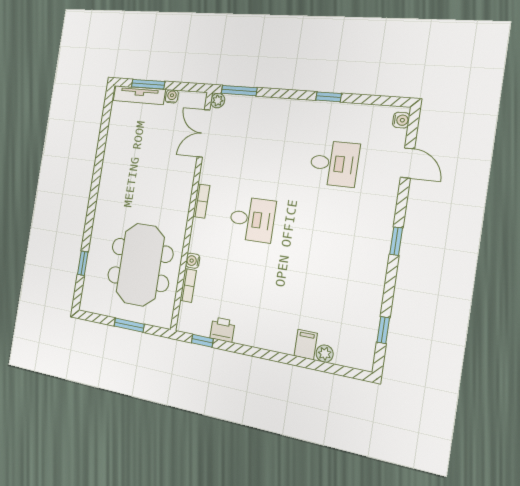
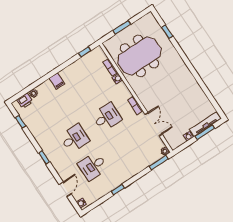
double door: (203, 133) -> (154, 124), moved
door: (407, 163) -> (65, 189), swing flipped
desk: (252, 219) -> (107, 117), turned 180
desk: (324, 229) -> (74, 138), added
meeting table: (140, 265) -> (139, 56), turned 90
printer: (222, 330) -> (25, 101), moved
filing cabinet: (306, 345) -> (57, 81), moved

